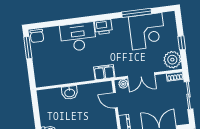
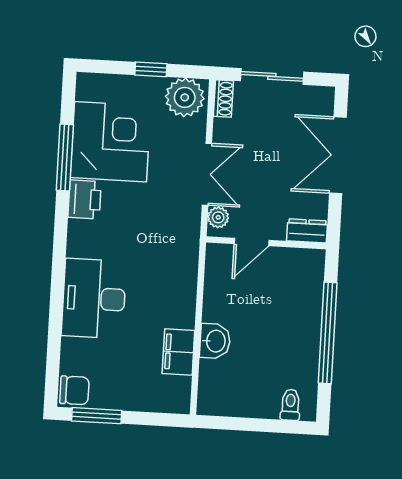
printer: (103, 27) -> (85, 199), moved
filing cabinet: (104, 72) -> (178, 352), moved

